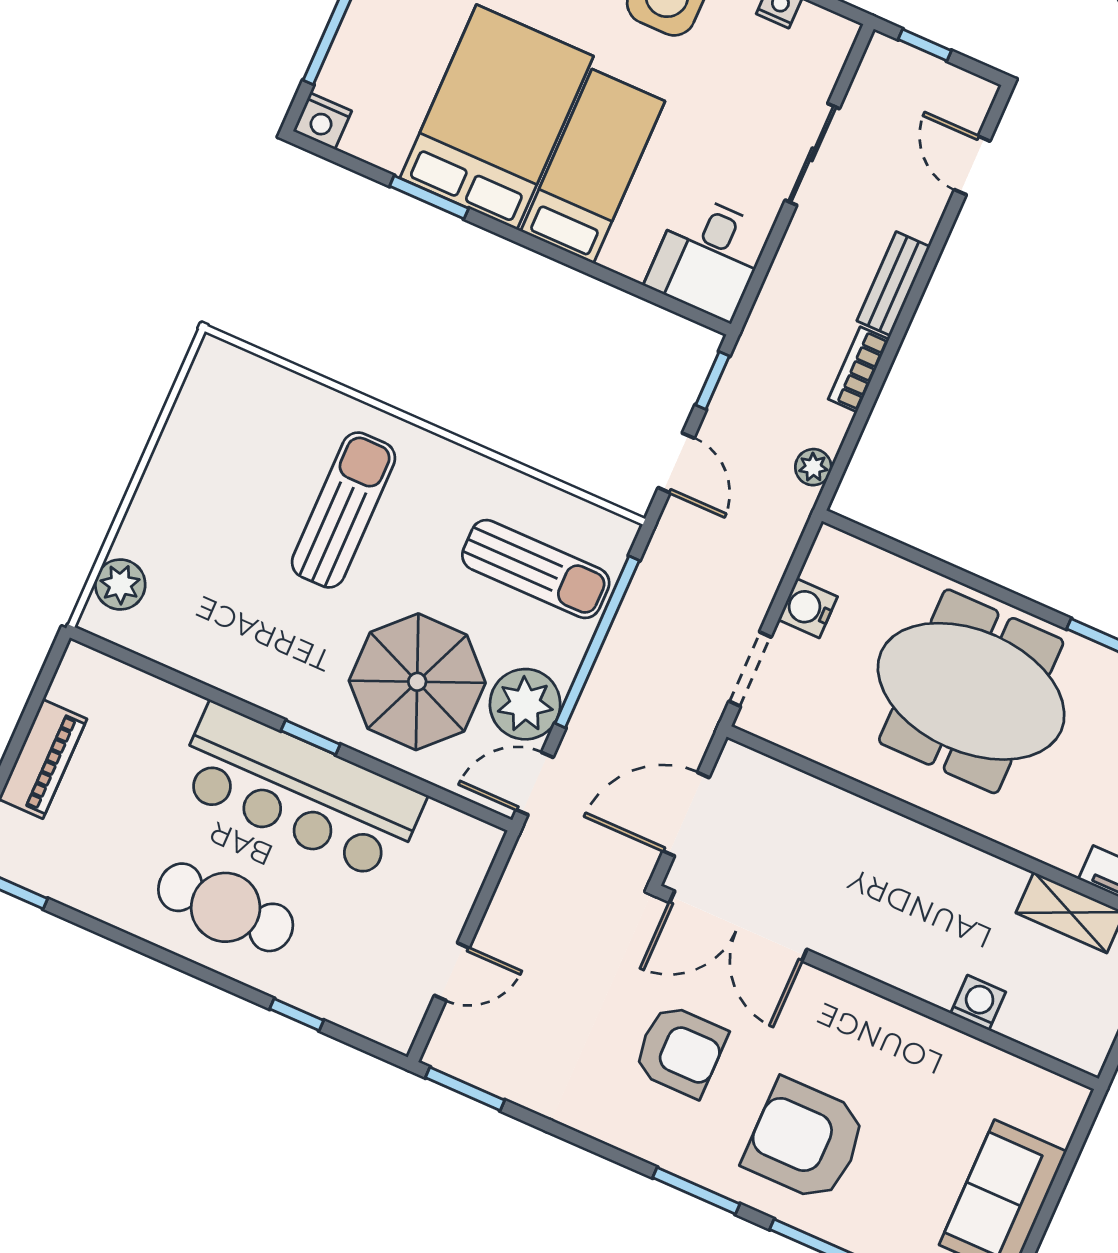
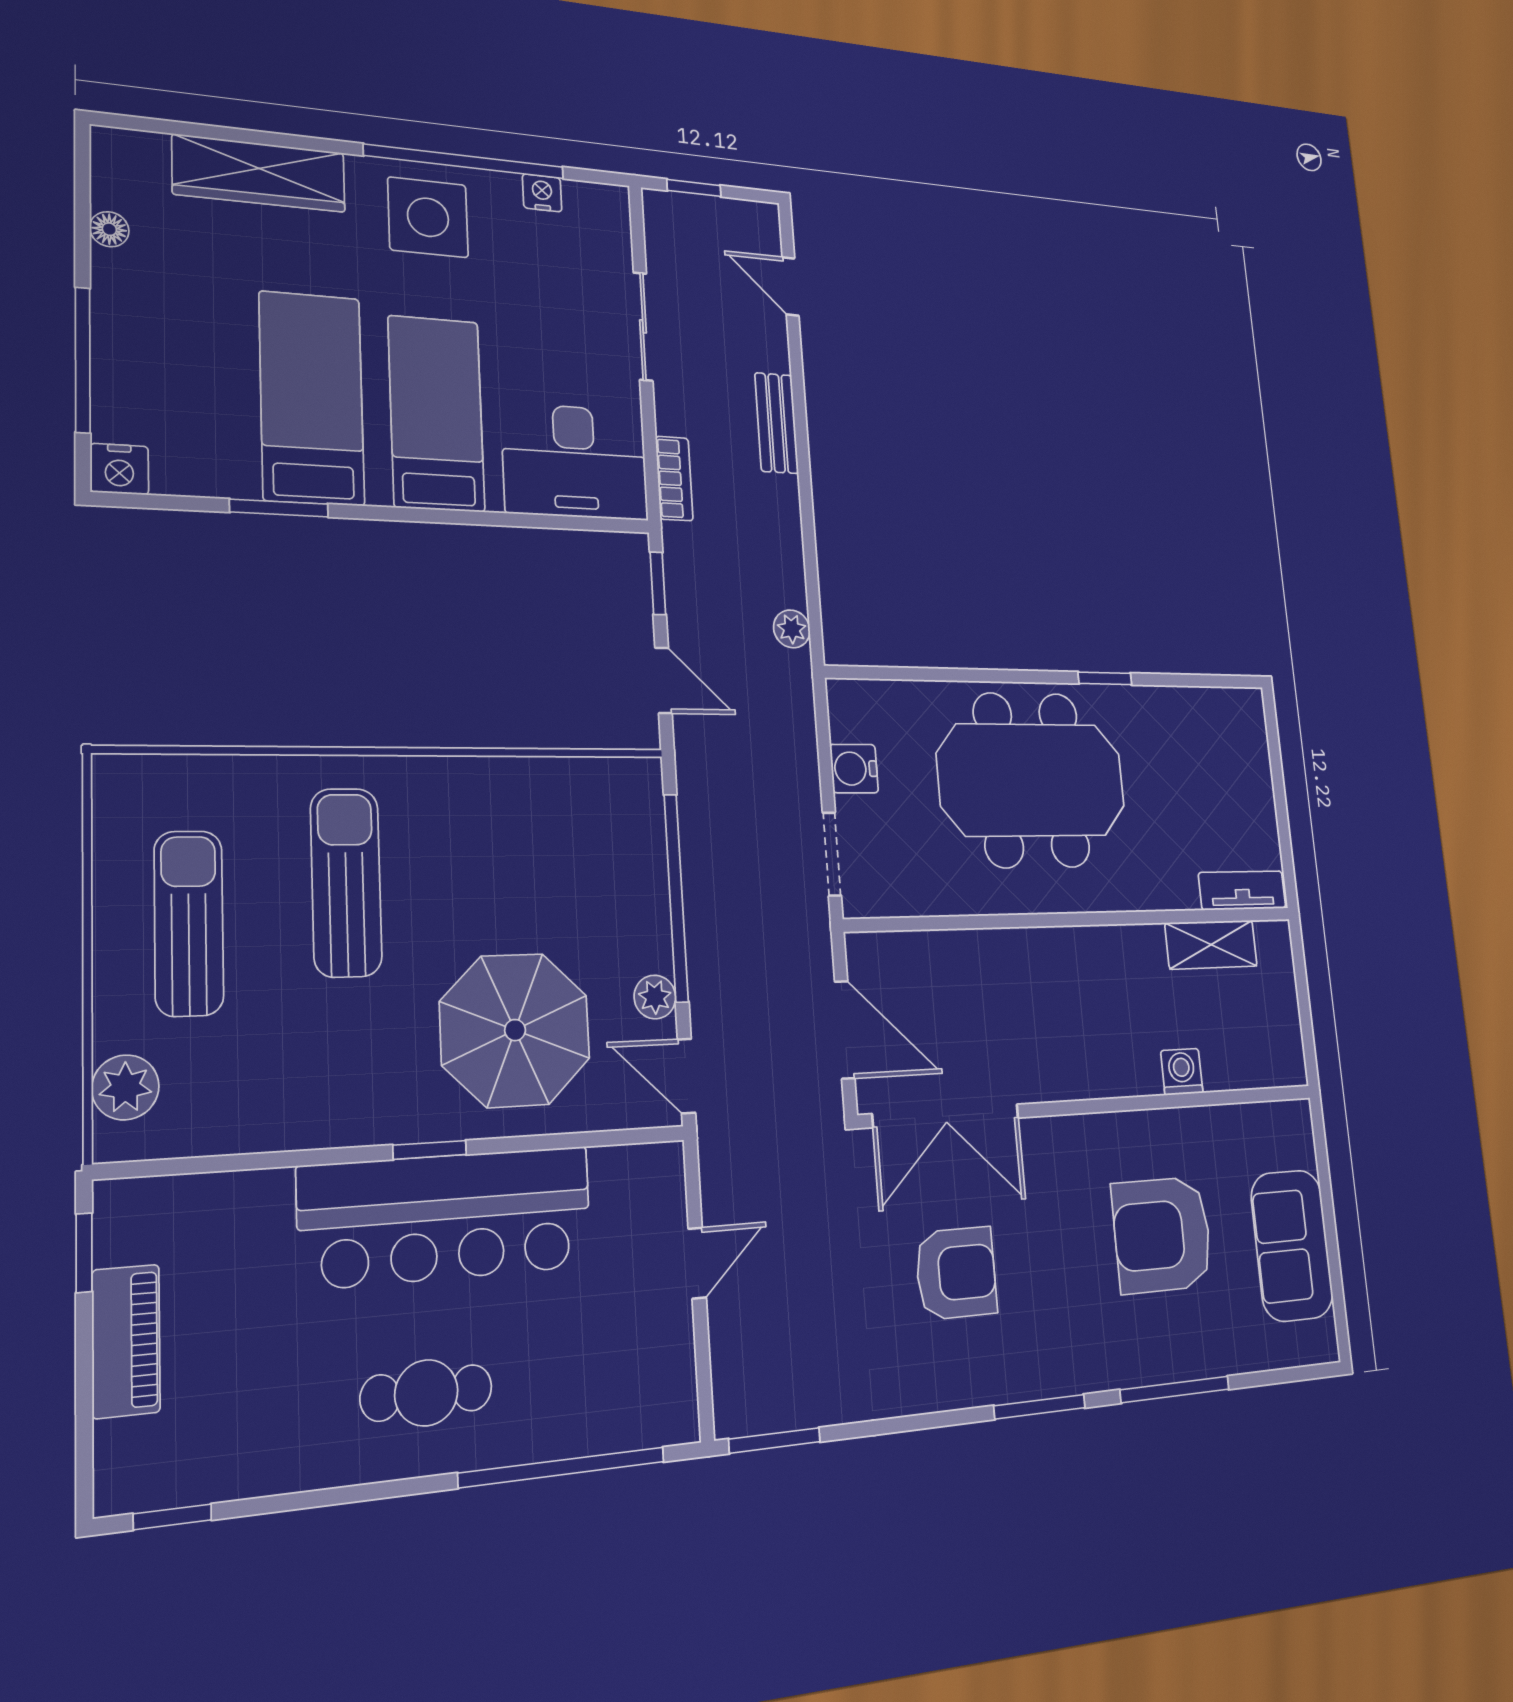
bed: (497, 117) -> (312, 398), width x0.67
desk: (708, 257) -> (575, 462), width x1.37
bookcase: (859, 369) -> (674, 479), moved, turned 180
sun lounger: (536, 569) -> (189, 923), moved, turned -90
window: (43, 685) -> (84, 1253), added
plant: (525, 704) -> (655, 997), width x0.53, depth x0.53
door: (535, 784) -> (686, 1076), hinge flipped
door: (686, 814) -> (845, 1030), swing flipped
cafe table: (226, 907) -> (426, 1393), width x0.73, depth x0.74
door: (452, 972) -> (697, 1263), moved
window: (297, 1015) -> (562, 1467), width x3.17
armchair: (805, 1140) -> (1162, 1235), moved

